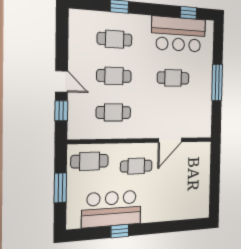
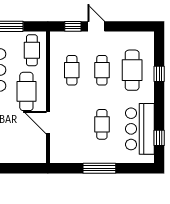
cafe table: (115, 39) -> (132, 70), width x1.37, depth x1.35
door: (62, 81) -> (96, 26), swing flipped
cafe table: (136, 166) -> (26, 91), width x1.37, depth x1.35

